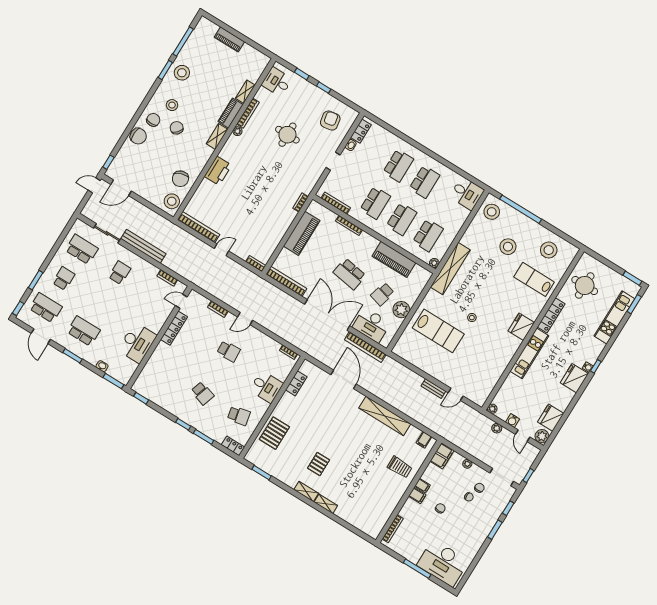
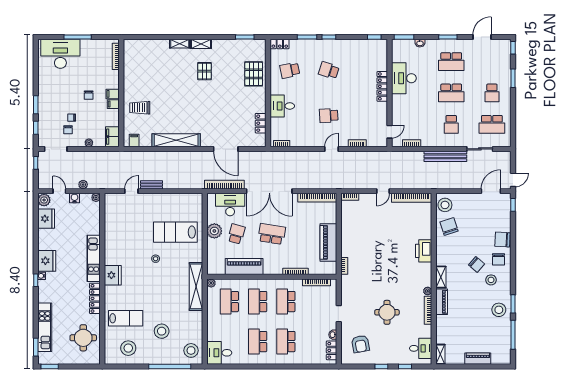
shelving: (245, 92) -> (440, 354), moved
school desk: (46, 308) -> (451, 93), moved
locker: (174, 328) -> (382, 86), moved
door: (41, 336) -> (482, 37), hinge flipped

